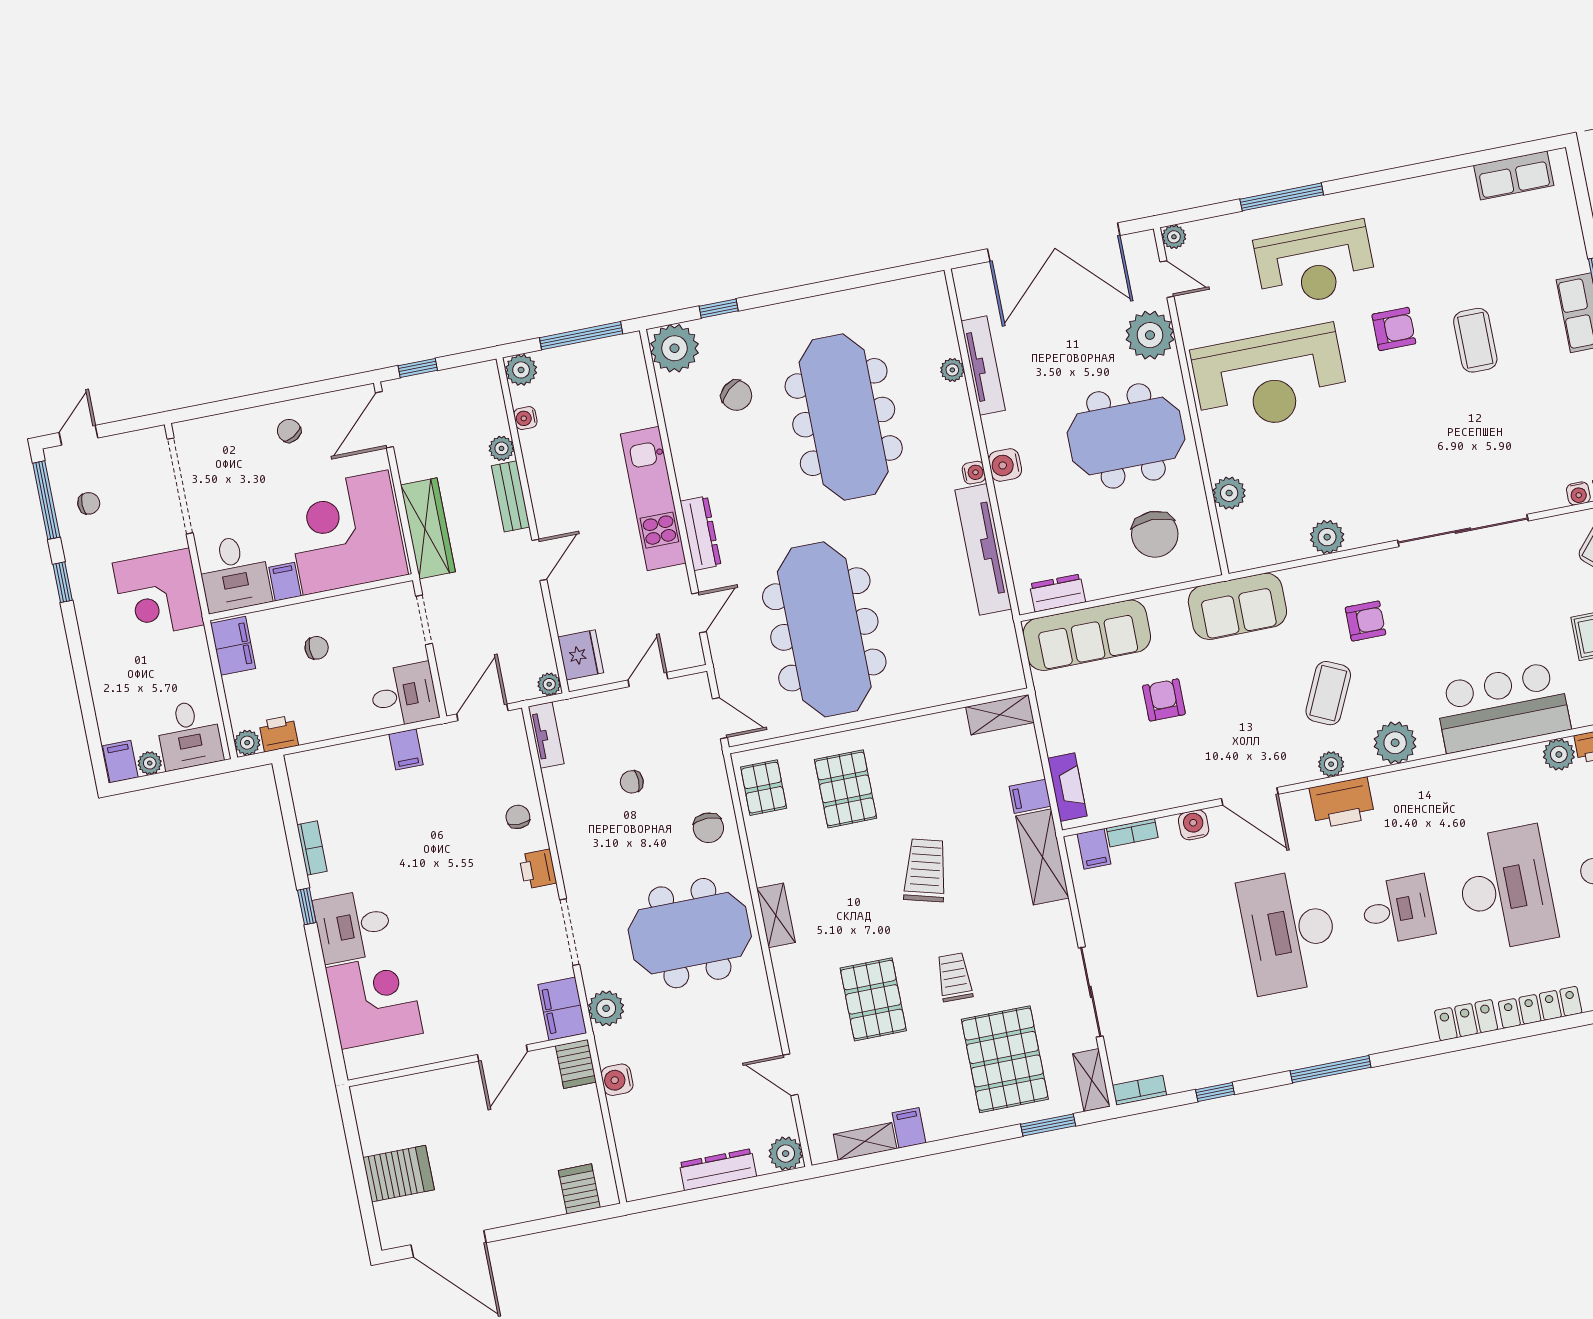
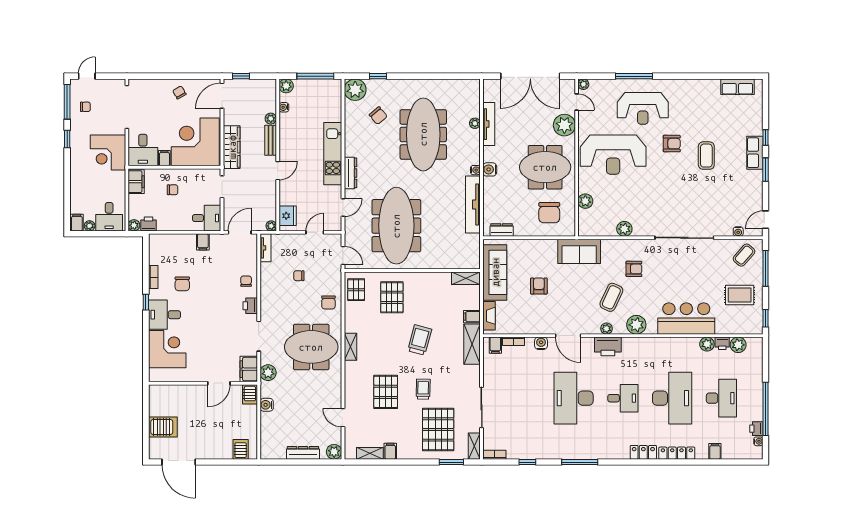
sofa: (1087, 635) -> (495, 272), moved, turned -90
chair: (379, 850) -> (182, 284), added

